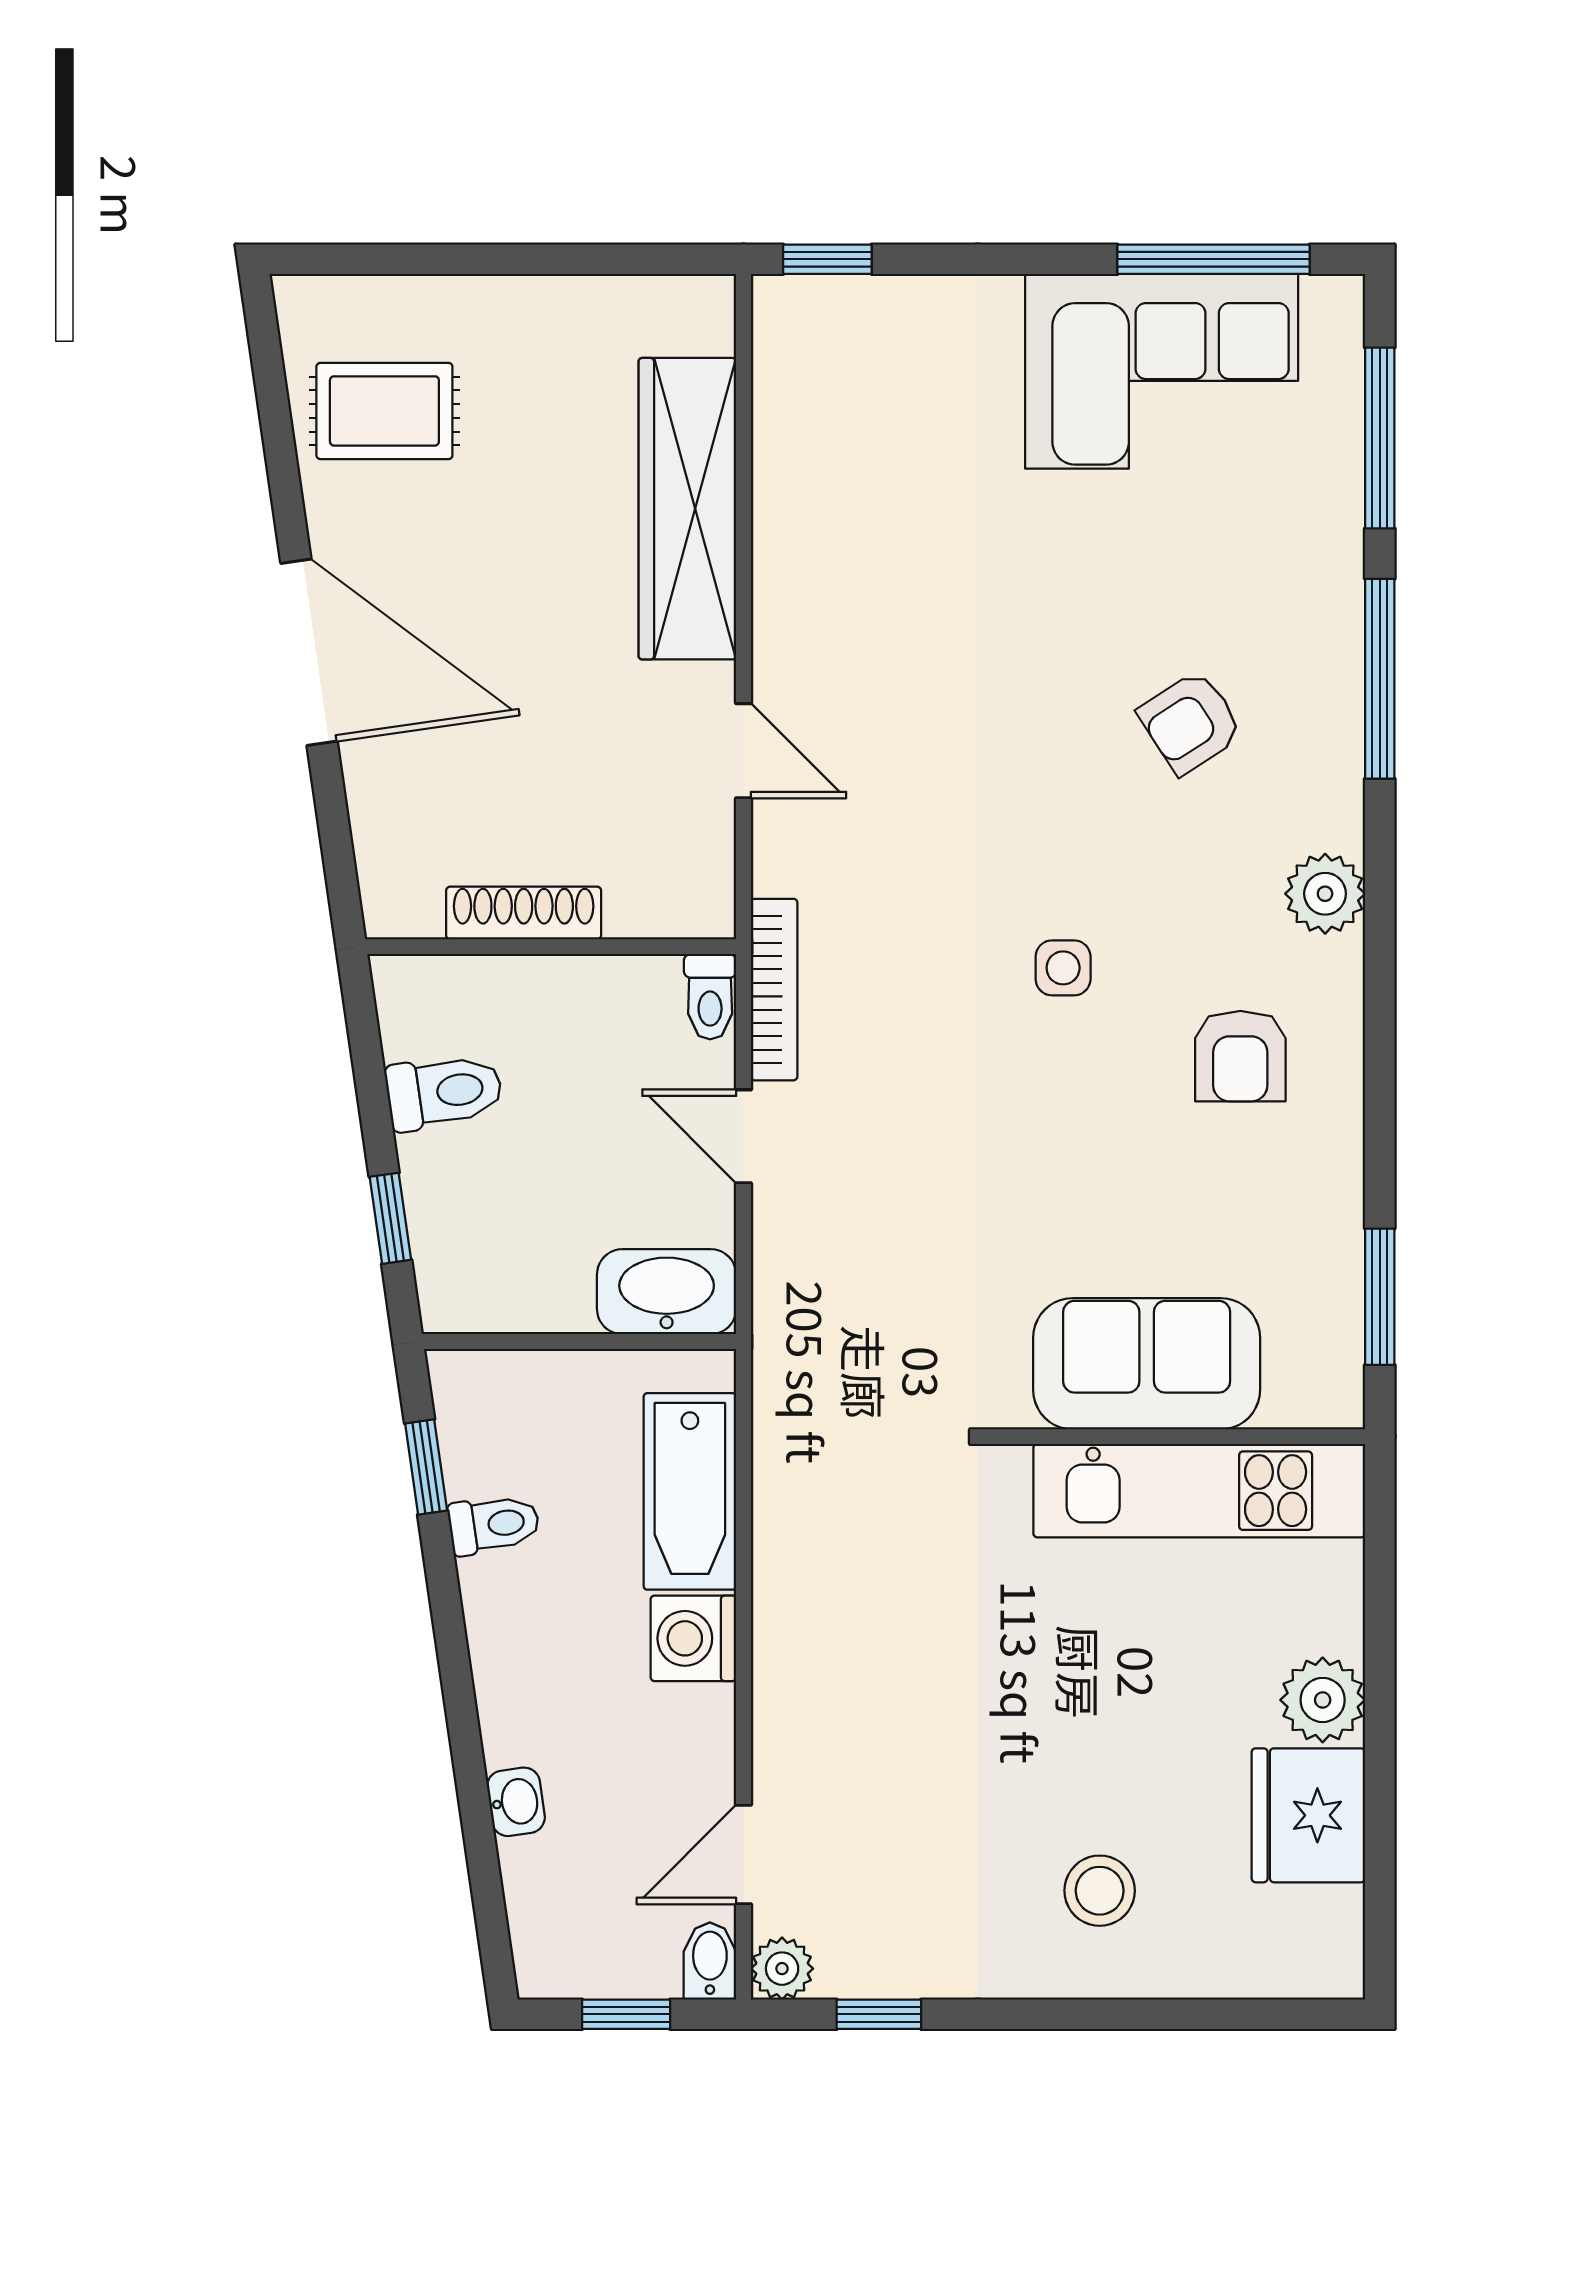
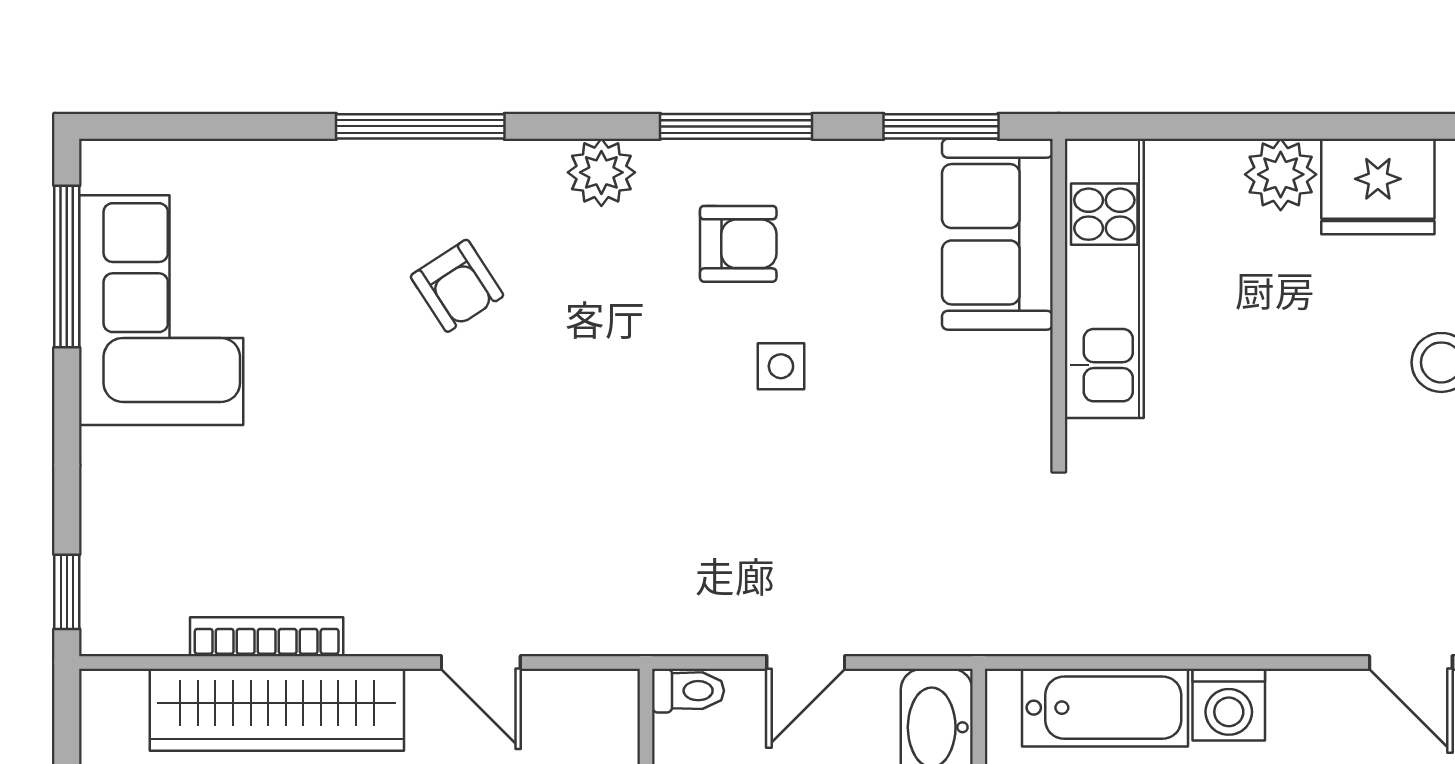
window: (1380, 438) -> (736, 126), moved
door: (744, 751) -> (481, 662), swing flipped
side table: (1063, 968) -> (781, 366), moved
bookcase: (774, 990) -> (267, 637), moved
sofa: (1147, 1364) -> (997, 234), moved

